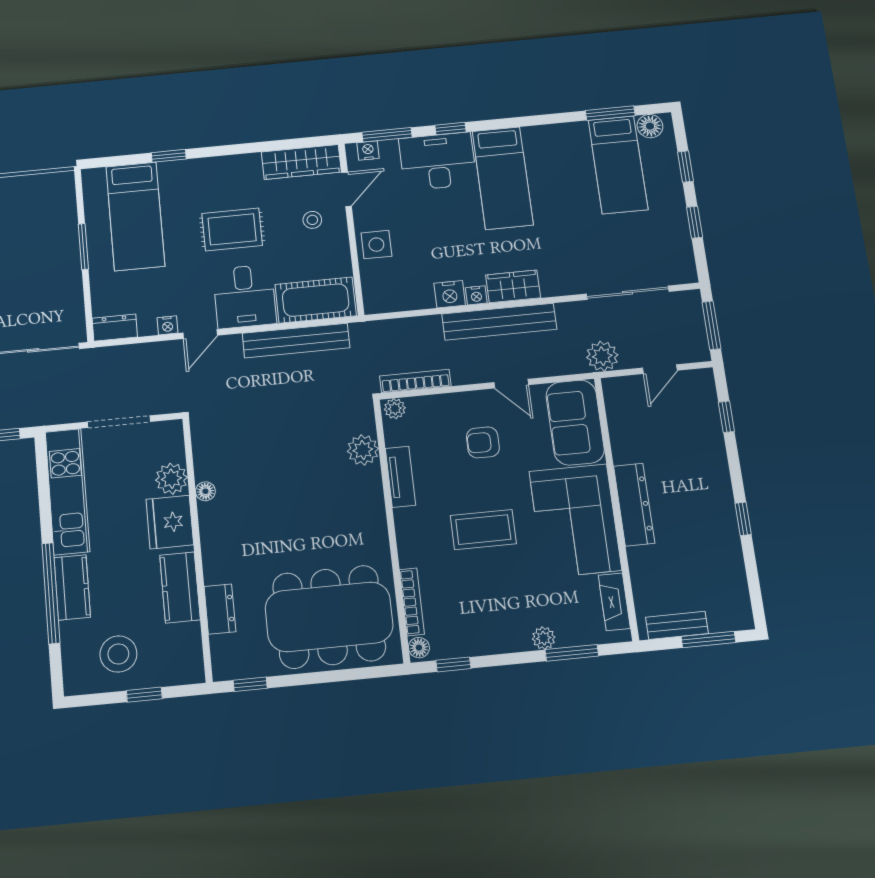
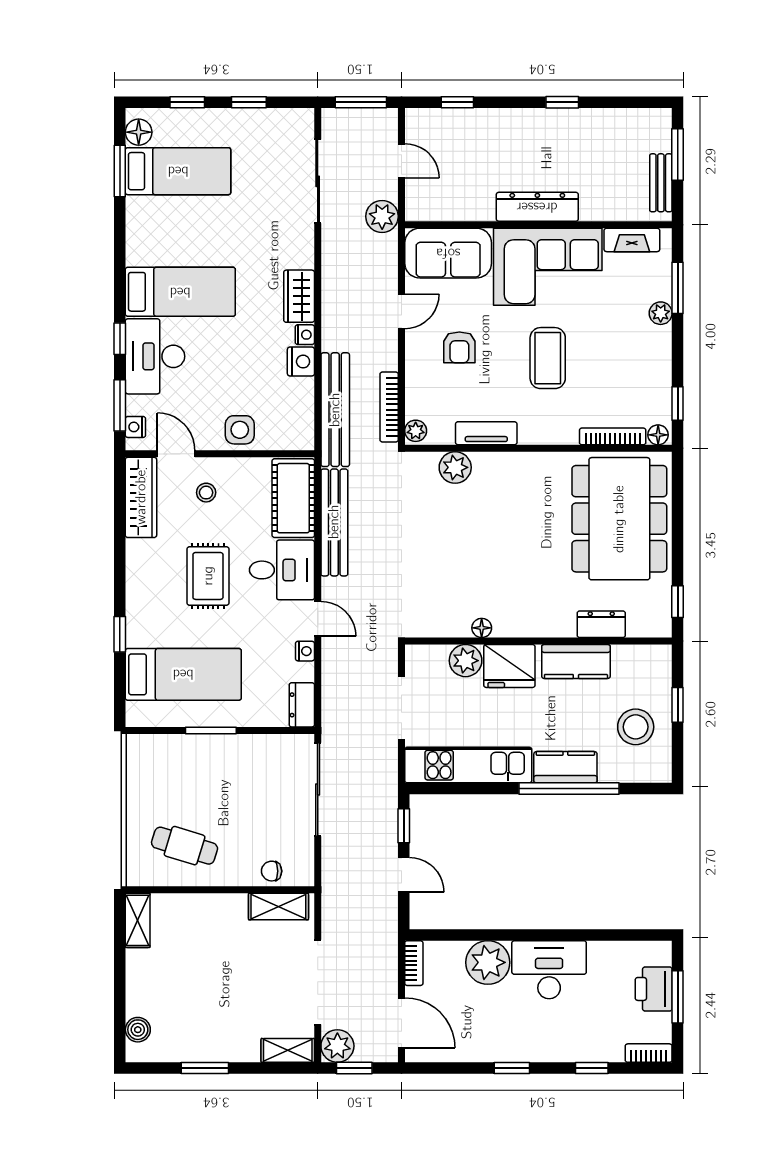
bench: (499, 322) -> (335, 410), moved

